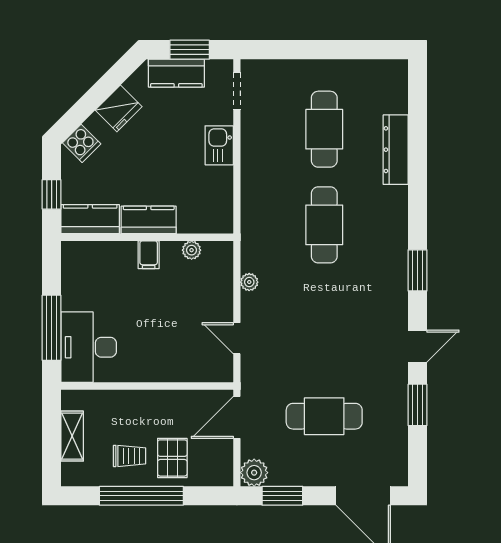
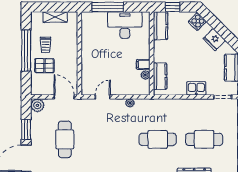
kitchen counter: (149, 220) -> (160, 76), moved
filing cabinet: (149, 255) -> (143, 64), moved
desk: (89, 347) -> (125, 25), moved
window: (282, 496) -> (26, 129), moved

